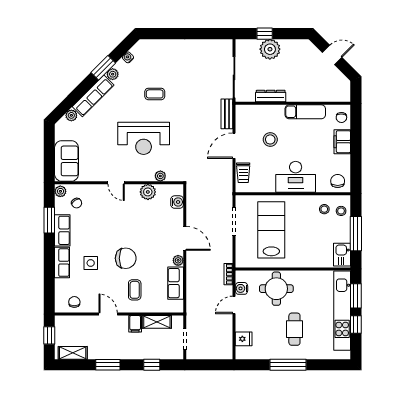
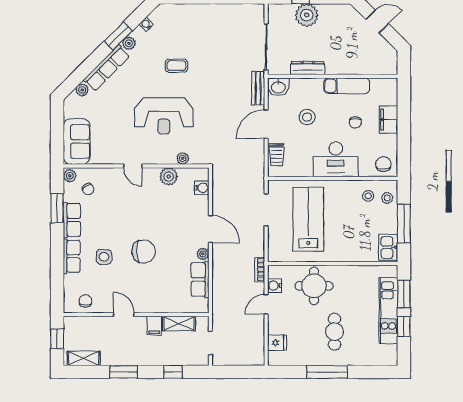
washbasin: (245, 113) -> (278, 87), added
chair: (341, 117) -> (355, 122), moved
coffee table: (135, 290) -> (154, 287), removed
kitchen unit: (342, 311) -> (388, 311), width x0.73

